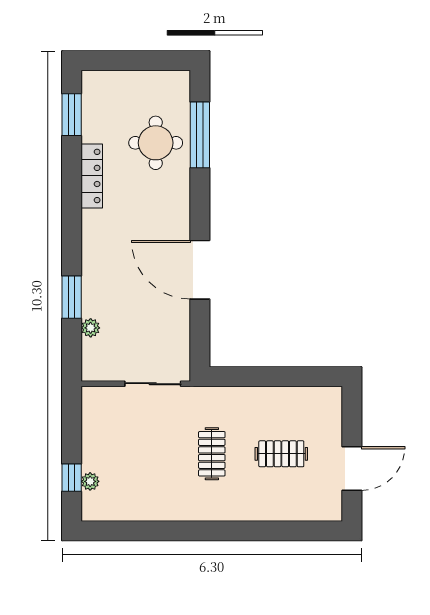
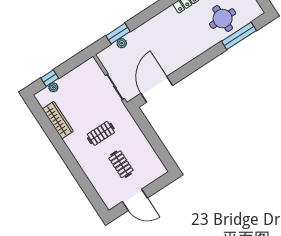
door: (200, 270) -> (157, 89), moved
window: (72, 297) -> (118, 34), moved
wardrobe: (146, 508) -> (58, 120), added

